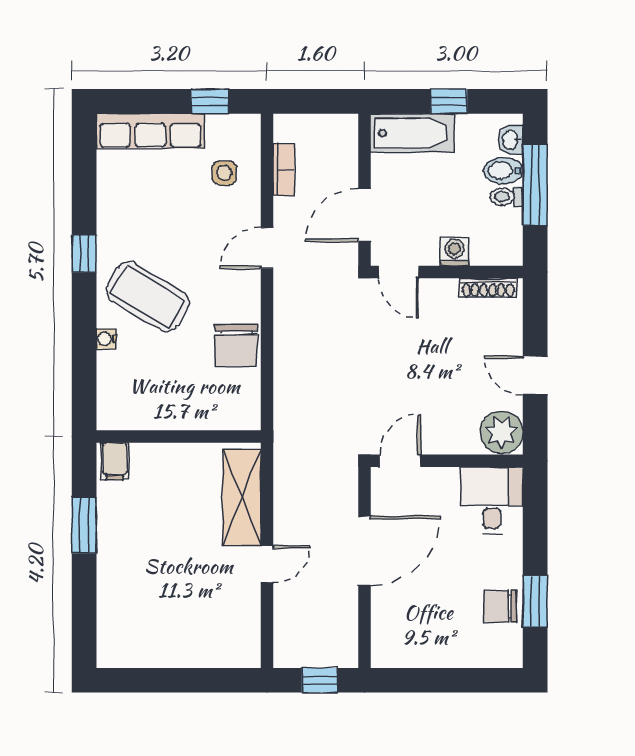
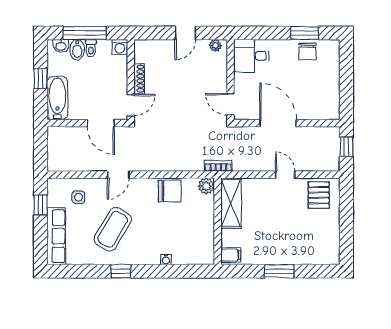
bookcase: (283, 169) -> (218, 166), moved
door: (267, 248) -> (118, 175), hinge flipped
washing machine: (455, 251) -> (120, 47), moved, turned -90
shoe rack: (488, 288) -> (139, 79), moved
coffee table: (148, 297) -> (113, 229), moved
plant: (245, 415) -> (206, 186), added
plant: (502, 432) -> (215, 45), width x0.53, depth x0.53
shelving: (242, 497) -> (231, 203), moved, turned 90
window: (84, 525) -> (279, 271), moved
pallet: (228, 628) -> (319, 195), added

